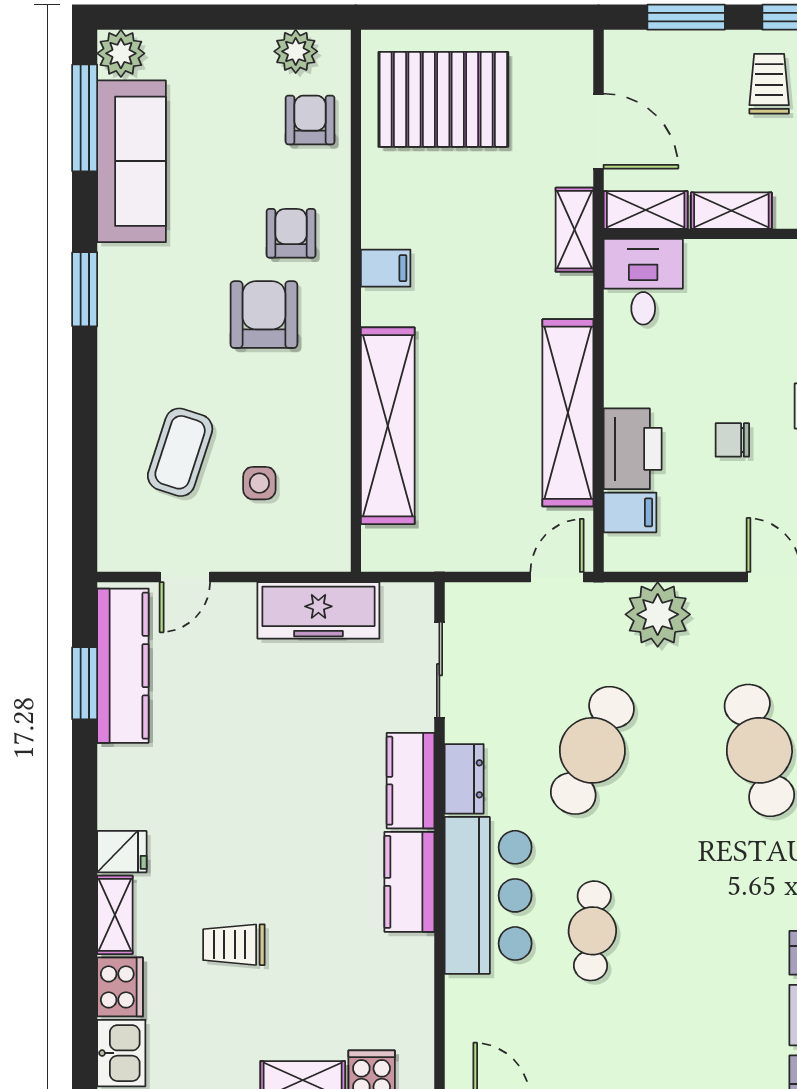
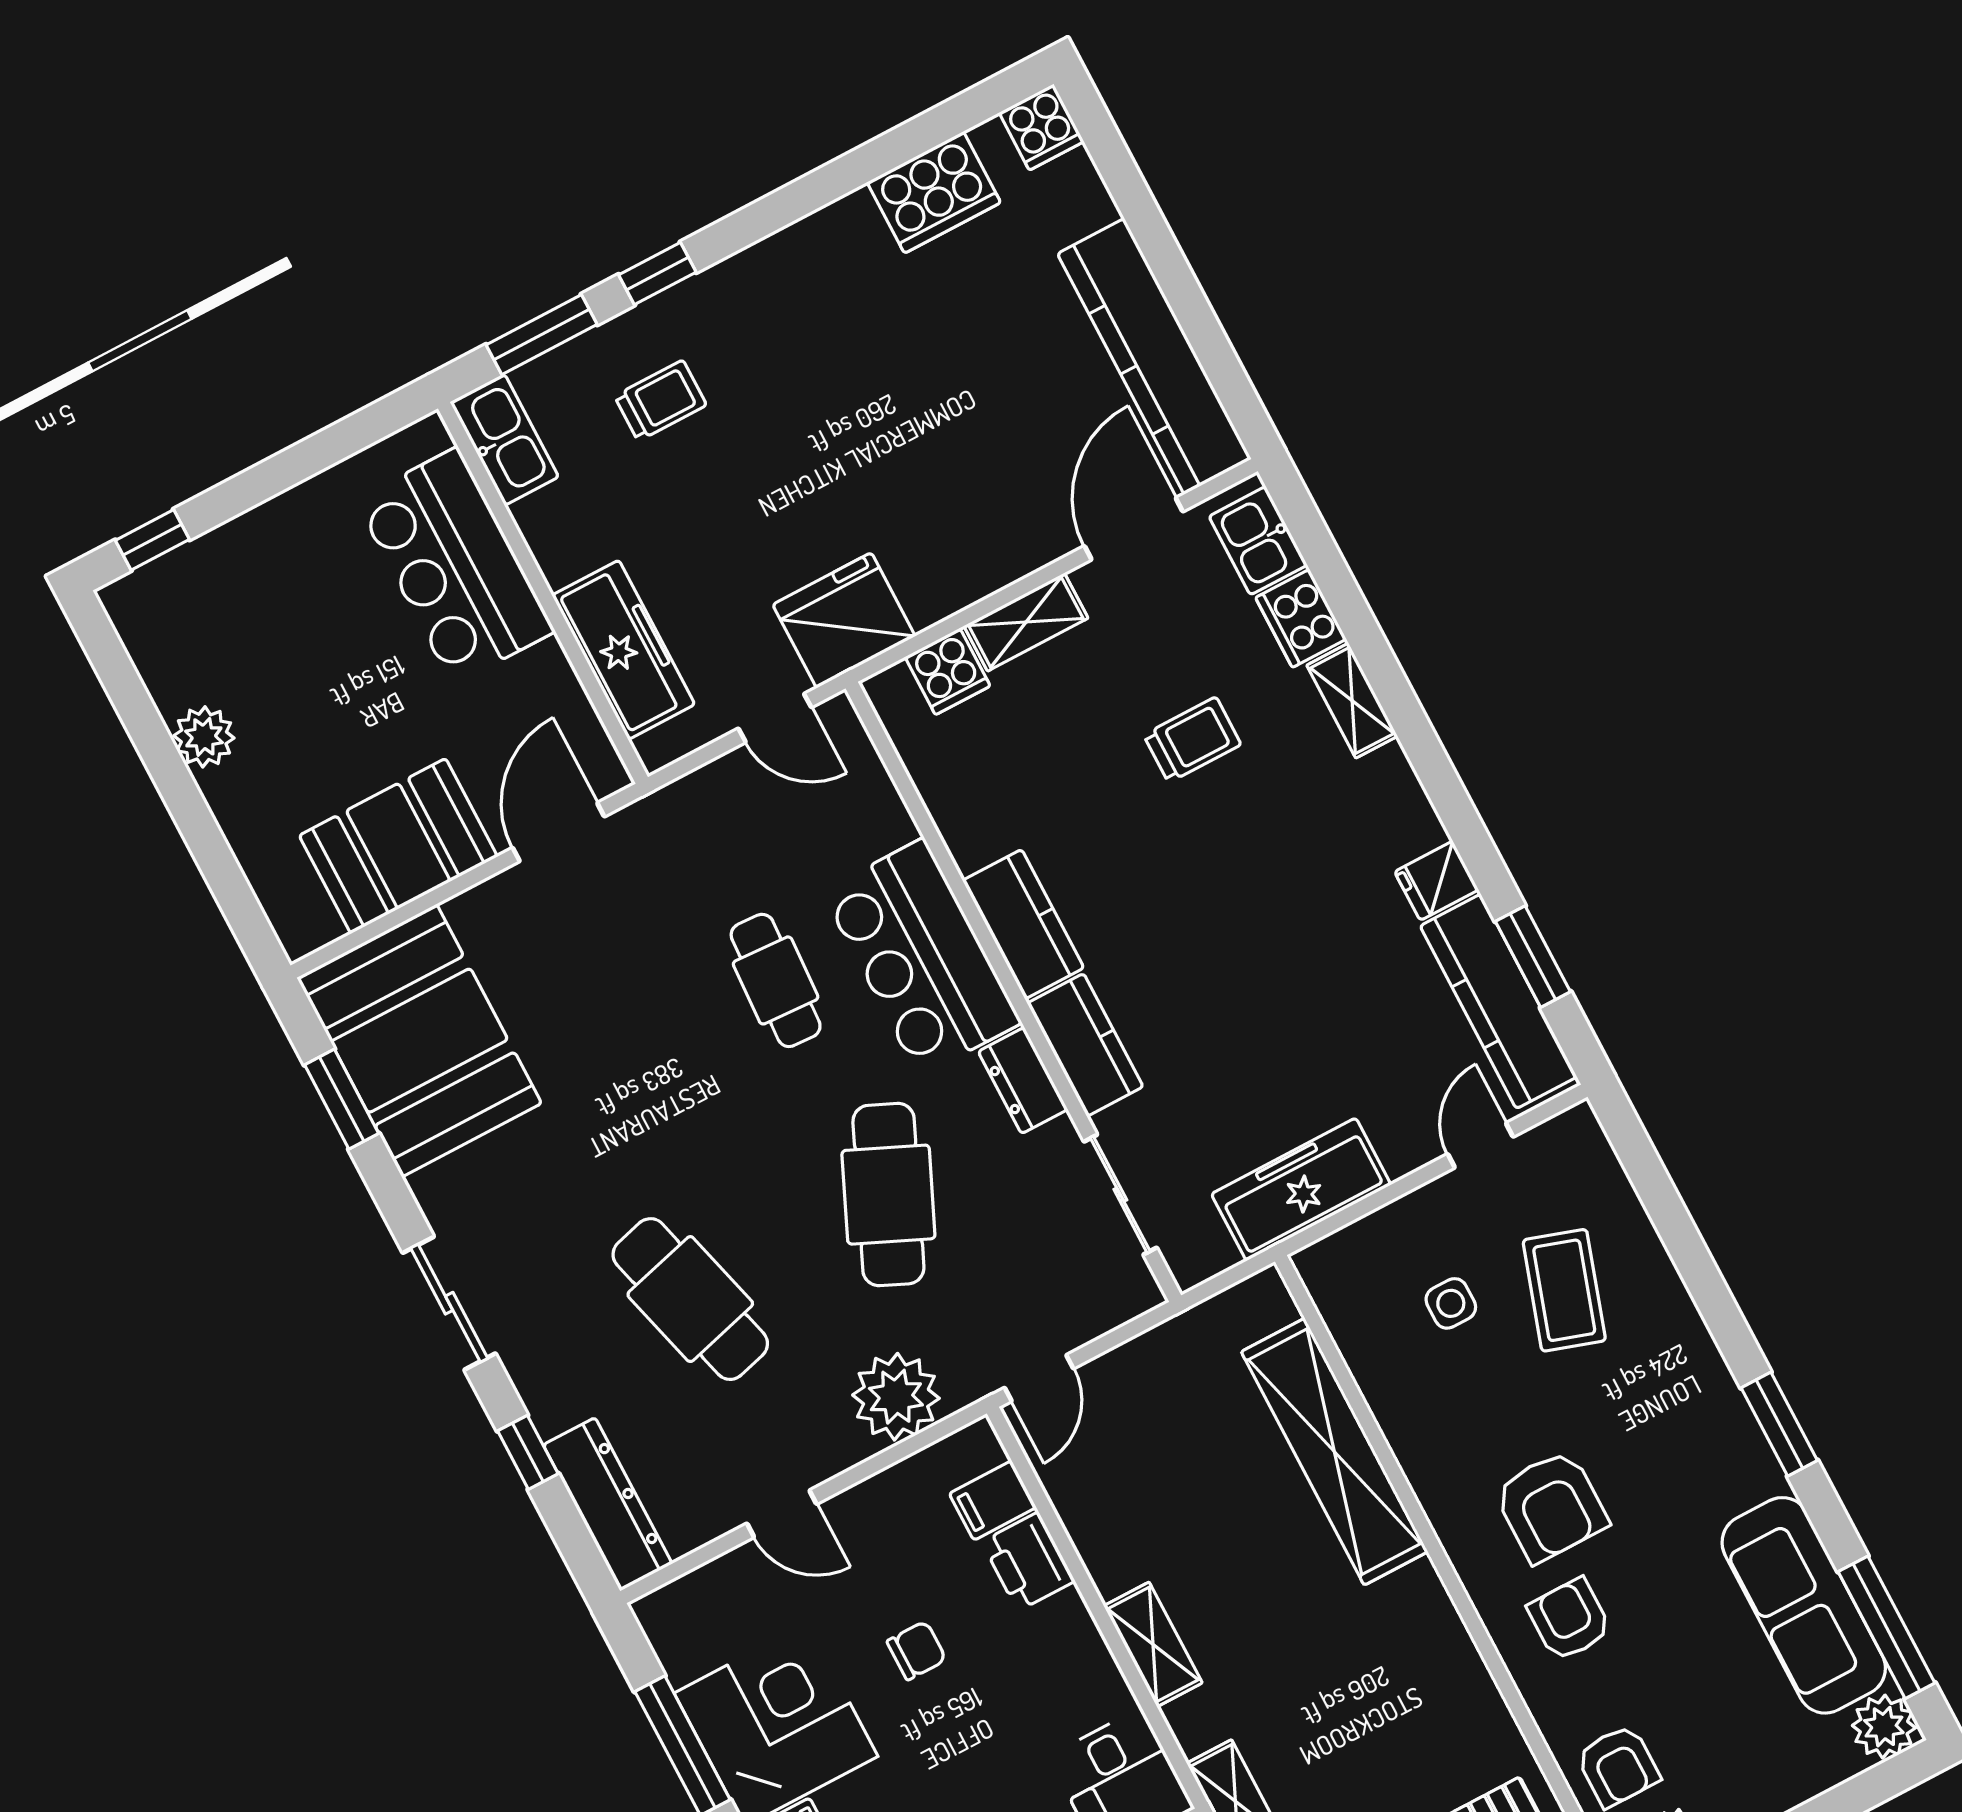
armchair: (291, 233) -> (1569, 1620), turned 180
filing cabinet: (386, 268) -> (1435, 1637), removed
shelving: (568, 413) -> (1153, 1644), width x0.45, depth x0.75
printer: (633, 449) -> (1028, 1561), width x0.73, depth x0.84
fridge: (122, 852) -> (1436, 881), moved

